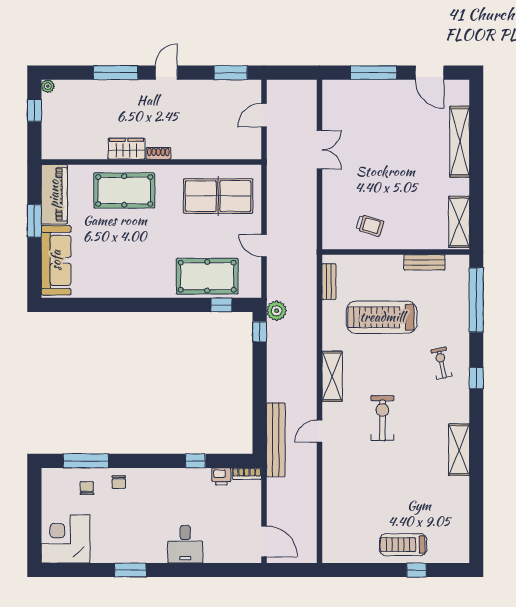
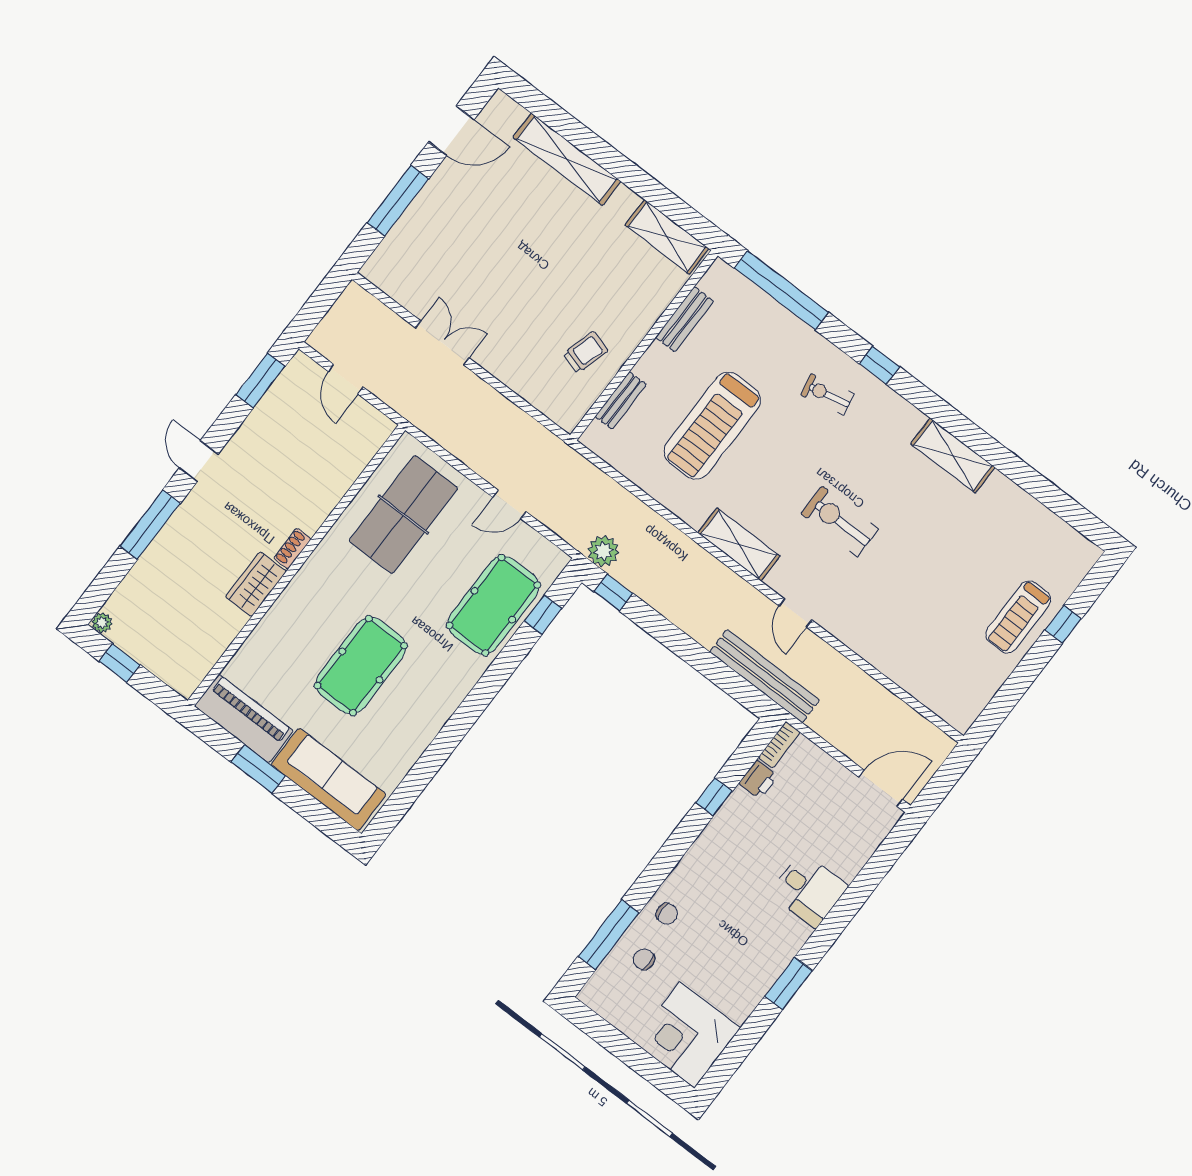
pool table: (124, 190) -> (361, 666), moved
bench: (329, 282) -> (621, 400), moved, turned 90

